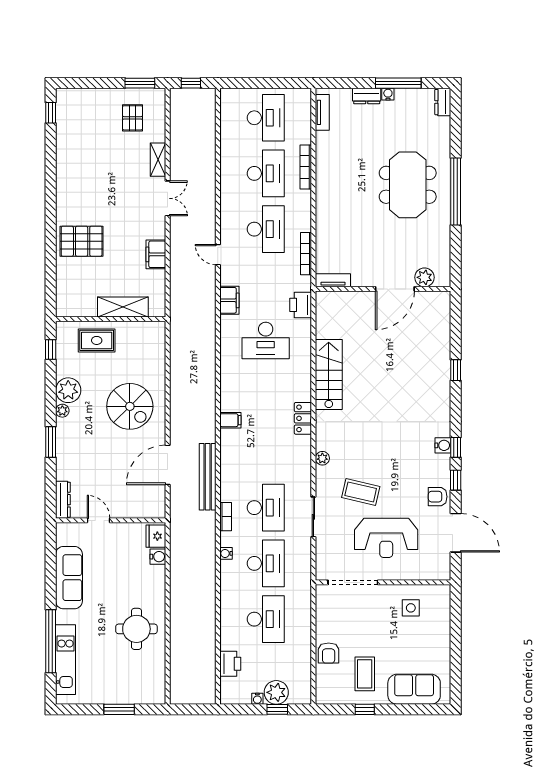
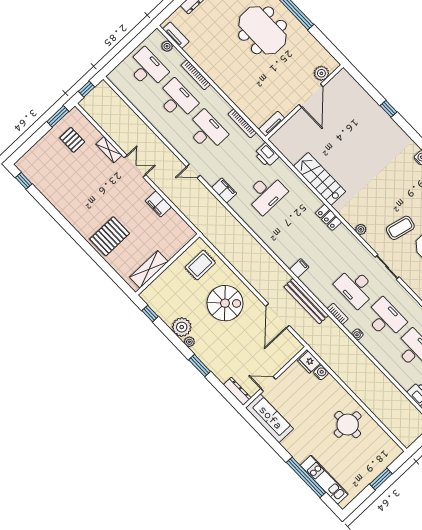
plant: (304, 115) -> (167, 46), added
shelving: (123, 307) -> (149, 269), moved
rug: (97, 340) -> (200, 265), moved
filing cabinet: (230, 420) -> (299, 268), moved
desk: (266, 508) -> (355, 287), turned 180
sofa: (69, 578) -> (270, 418), moved

